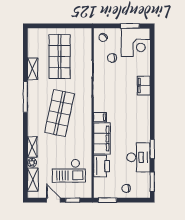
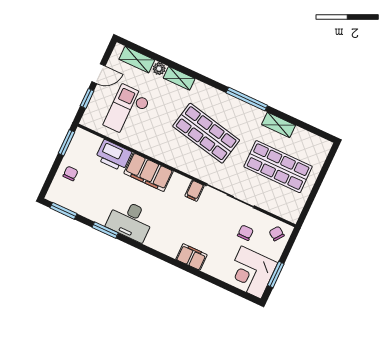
filing cabinet: (100, 117) -> (195, 191), moved
desk: (138, 157) -> (130, 220), moved

